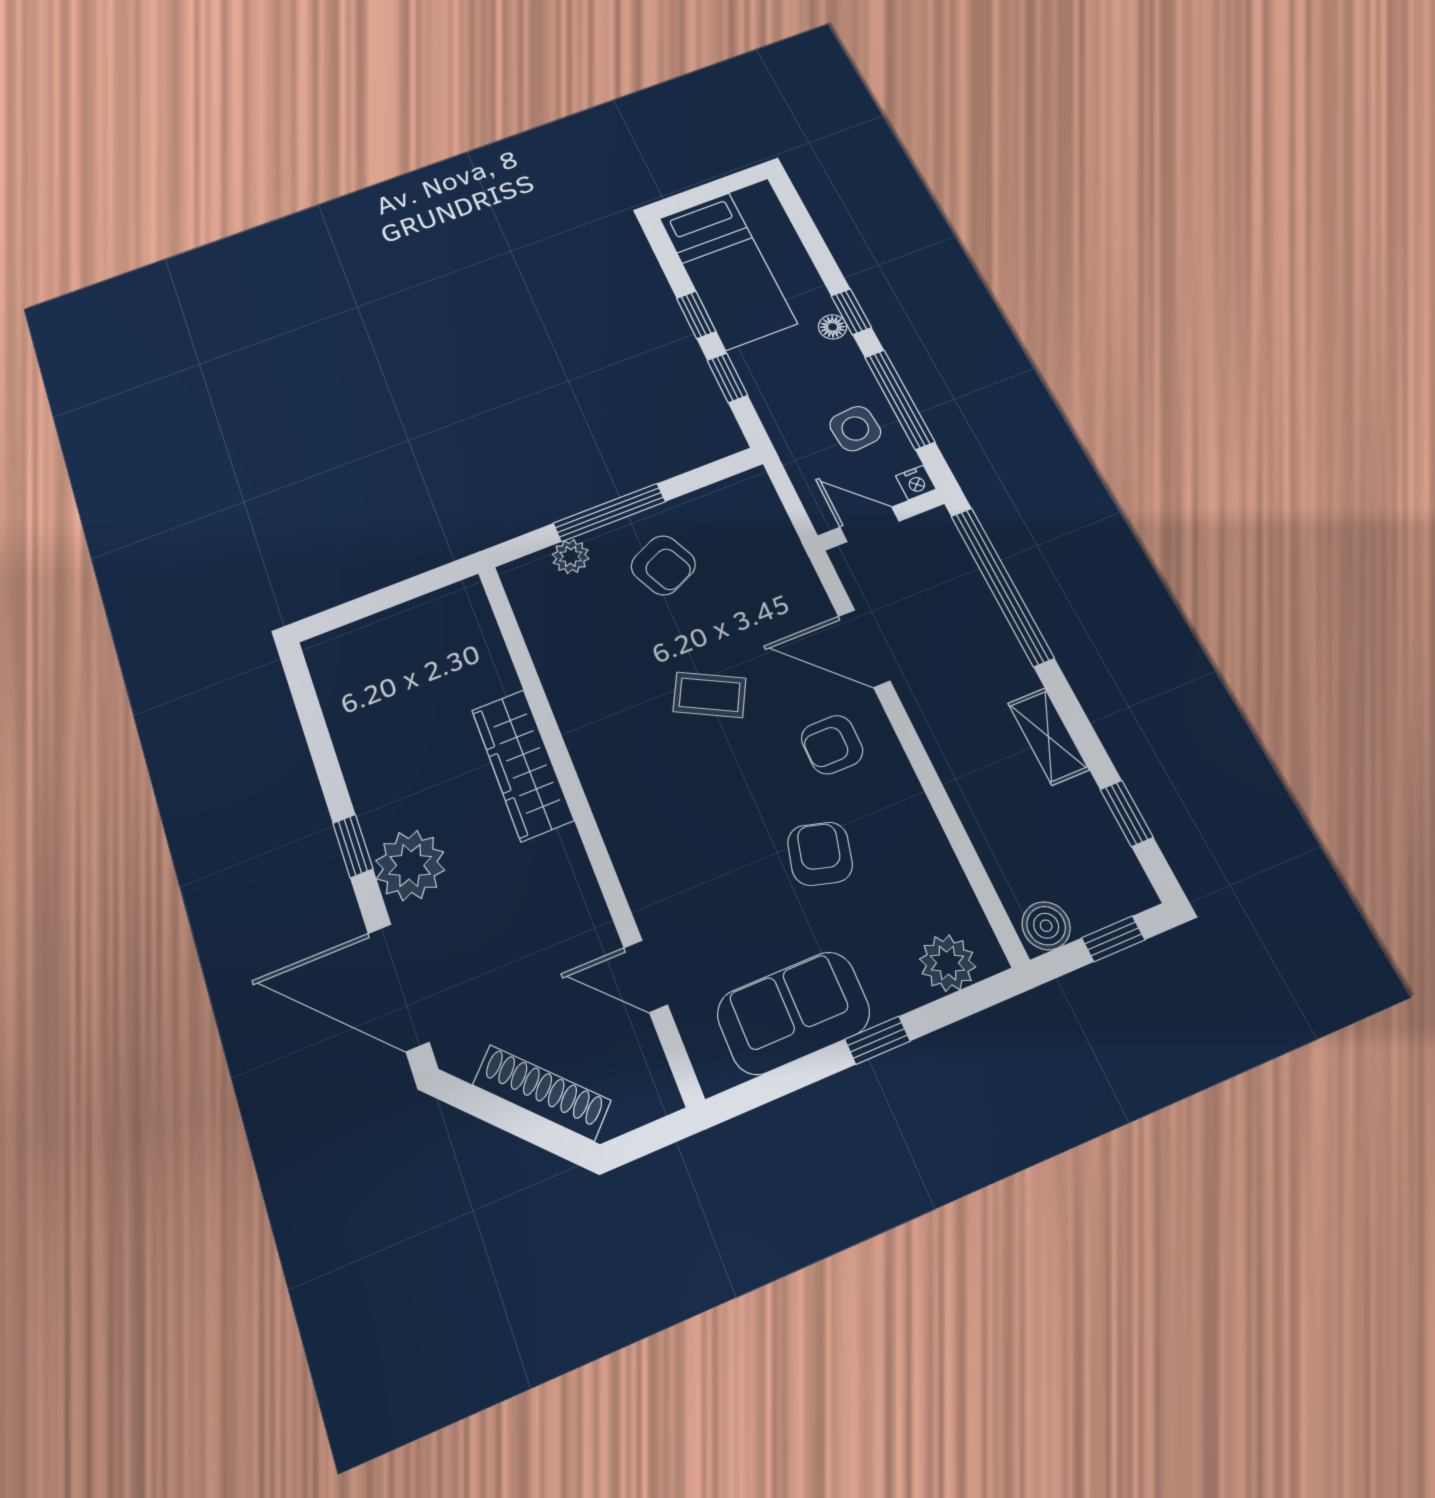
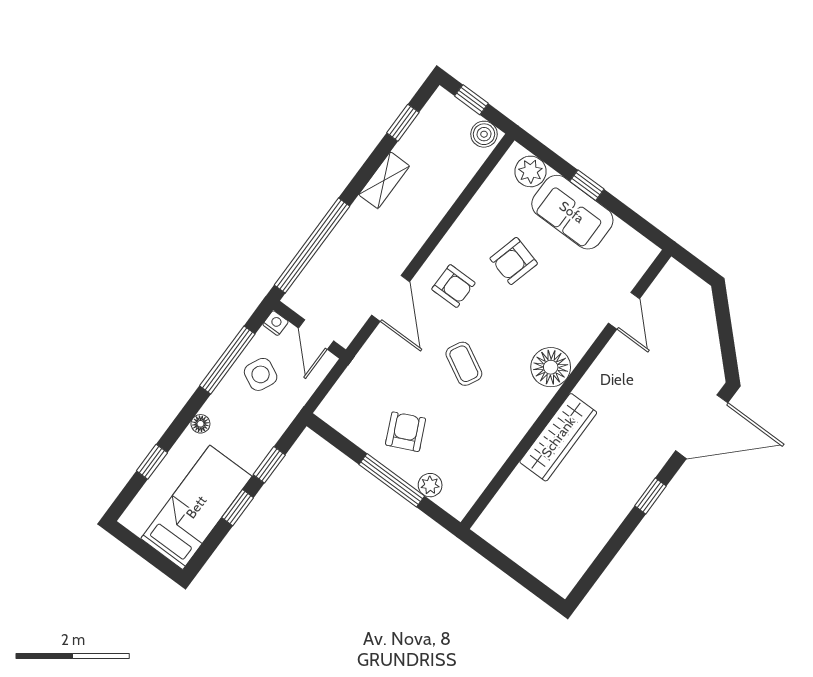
window: (851, 312) -> (152, 462), moved
side table: (855, 429) -> (261, 374), turned 31
floor lamp: (629, 814) -> (551, 367), added
plant: (410, 865) -> (642, 460), removed
door: (398, 987) -> (702, 427), hinge flipped
sofa: (793, 1013) -> (572, 212), moved
shoe rack: (542, 1093) -> (706, 327), removed

